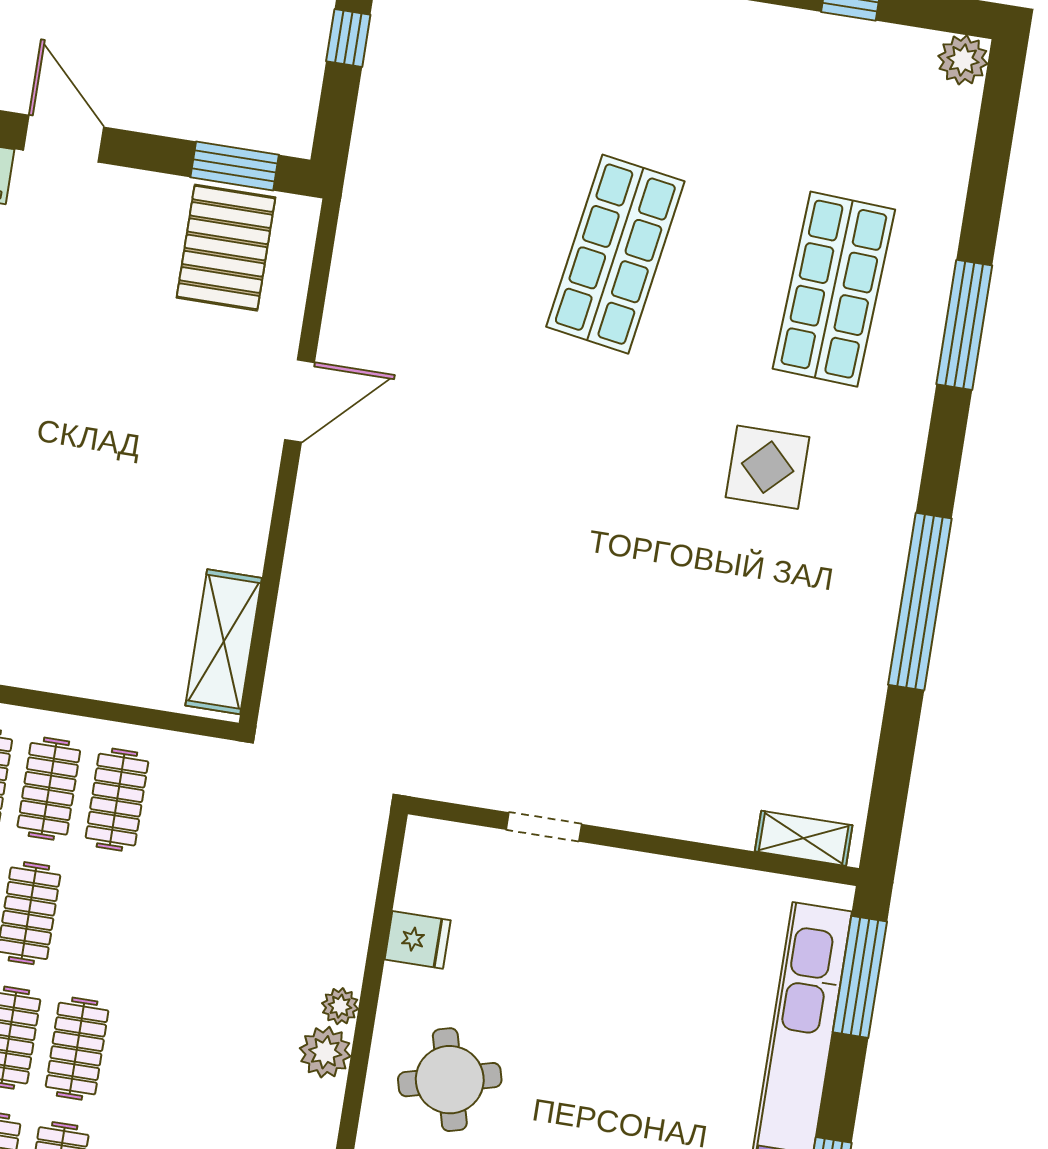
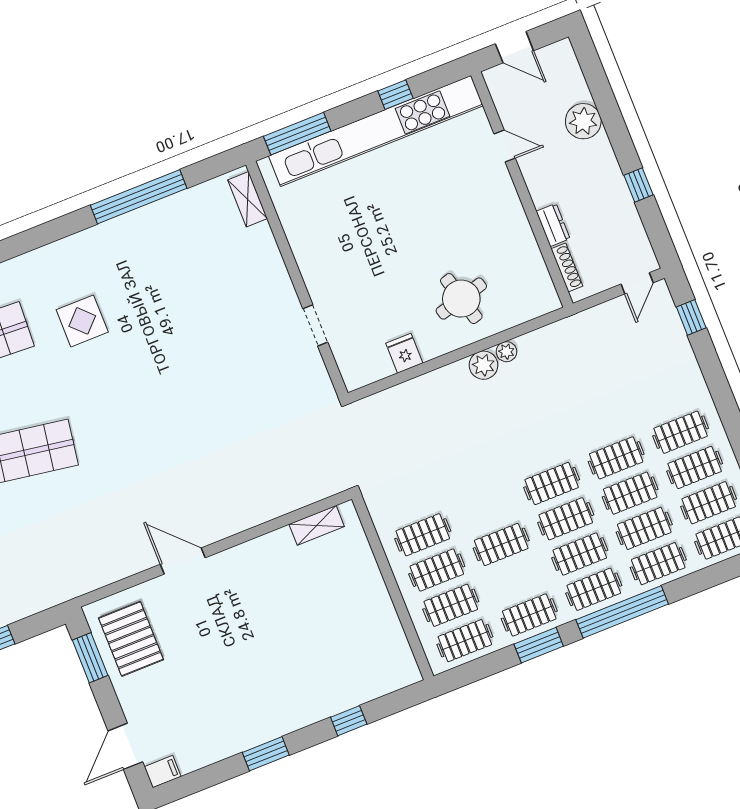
pallet: (226, 248) -> (131, 639), turned 90
window: (920, 602) -> (139, 197), moved
shelving: (224, 642) -> (317, 525), width x0.67, depth x0.75
plant: (340, 1006) -> (506, 352), moved

